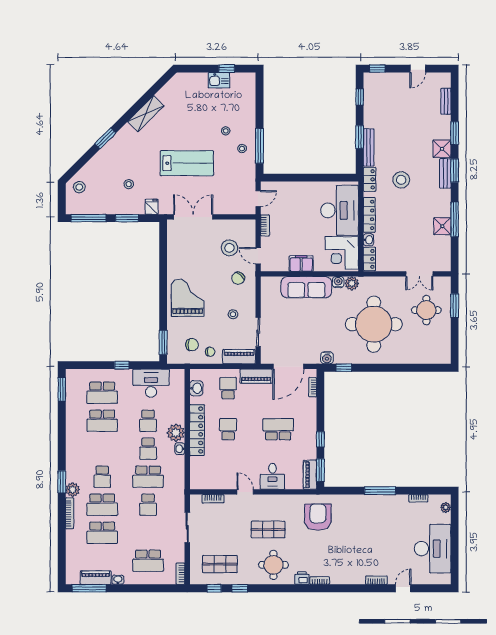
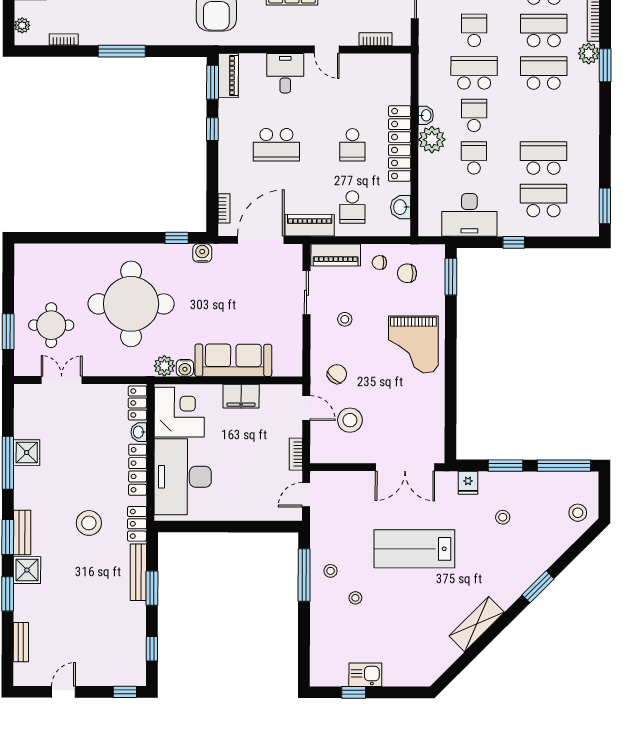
school desk: (102, 477) -> (544, 73), width x1.85

